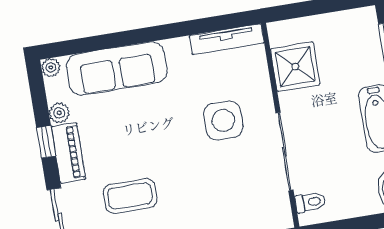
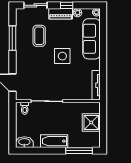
shower: (295, 67) -> (91, 123), moved
side table: (223, 121) -> (62, 56), moved

